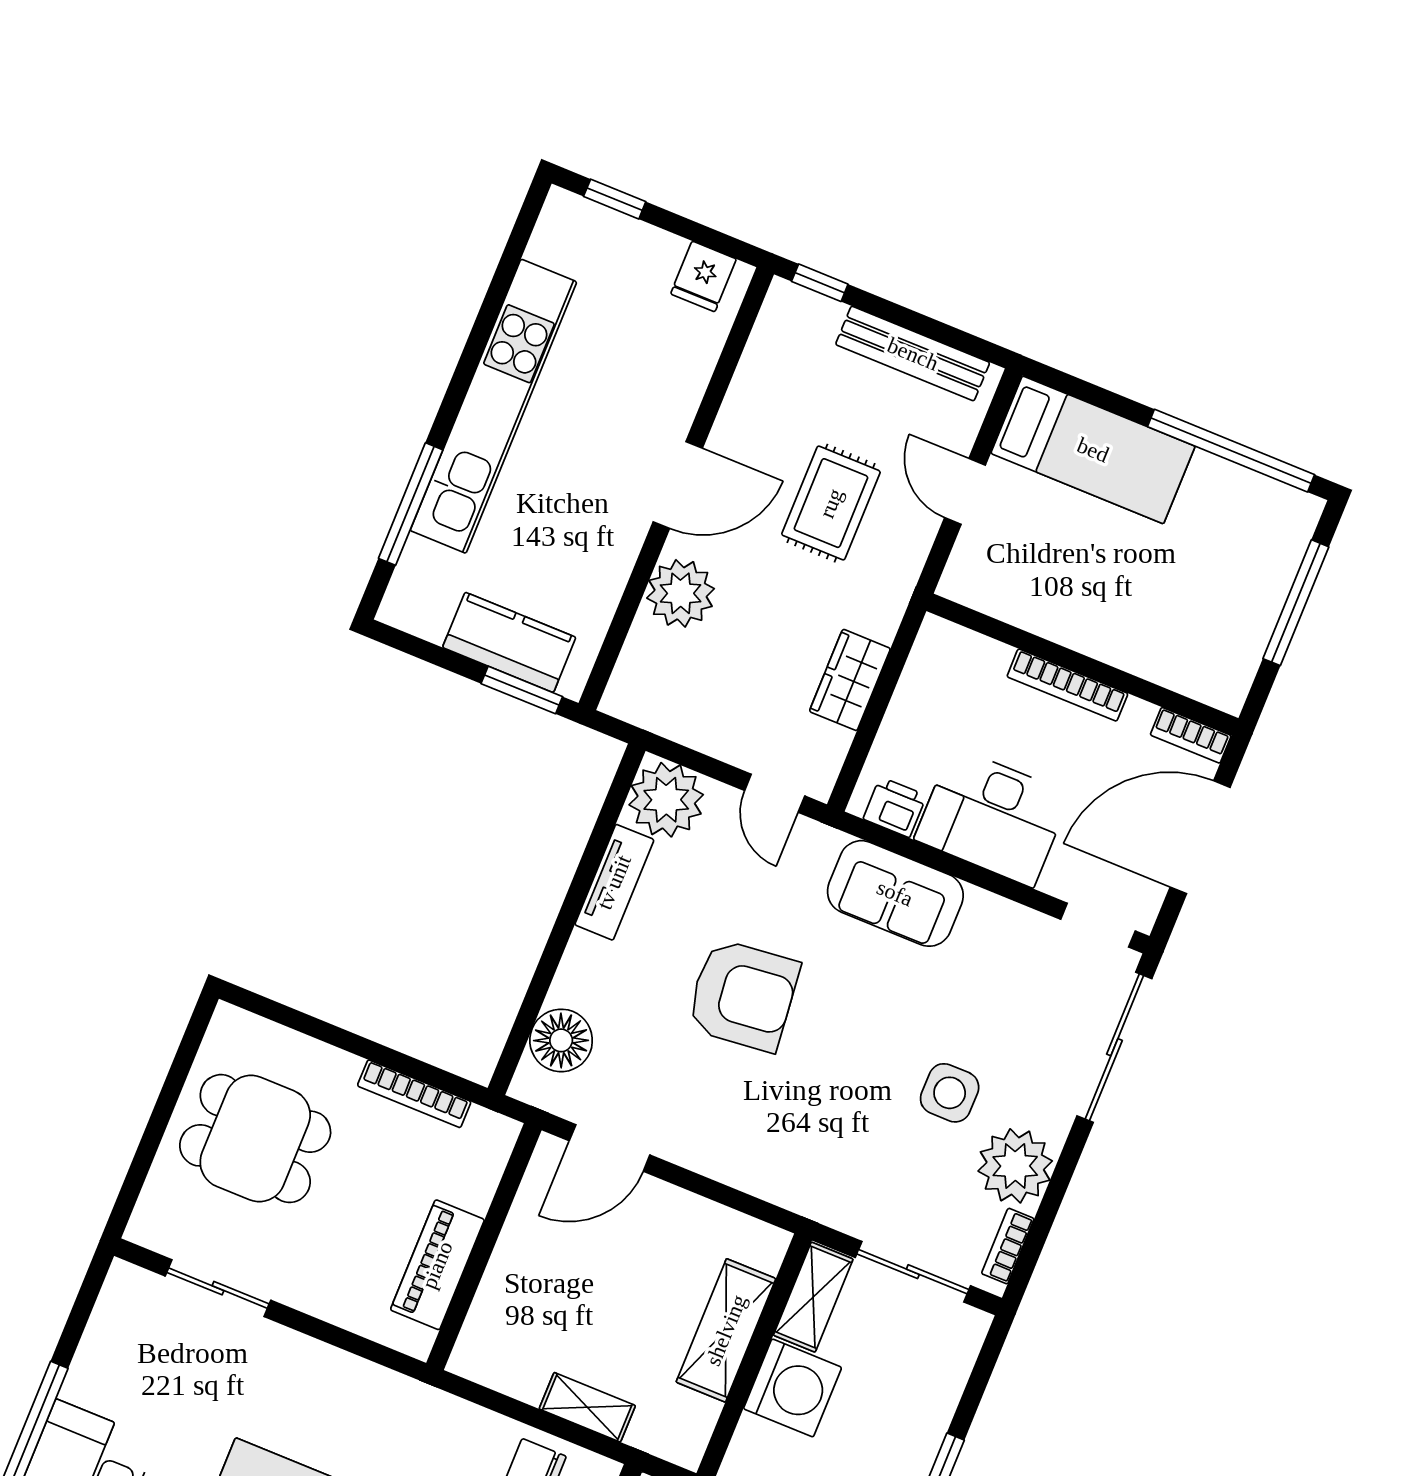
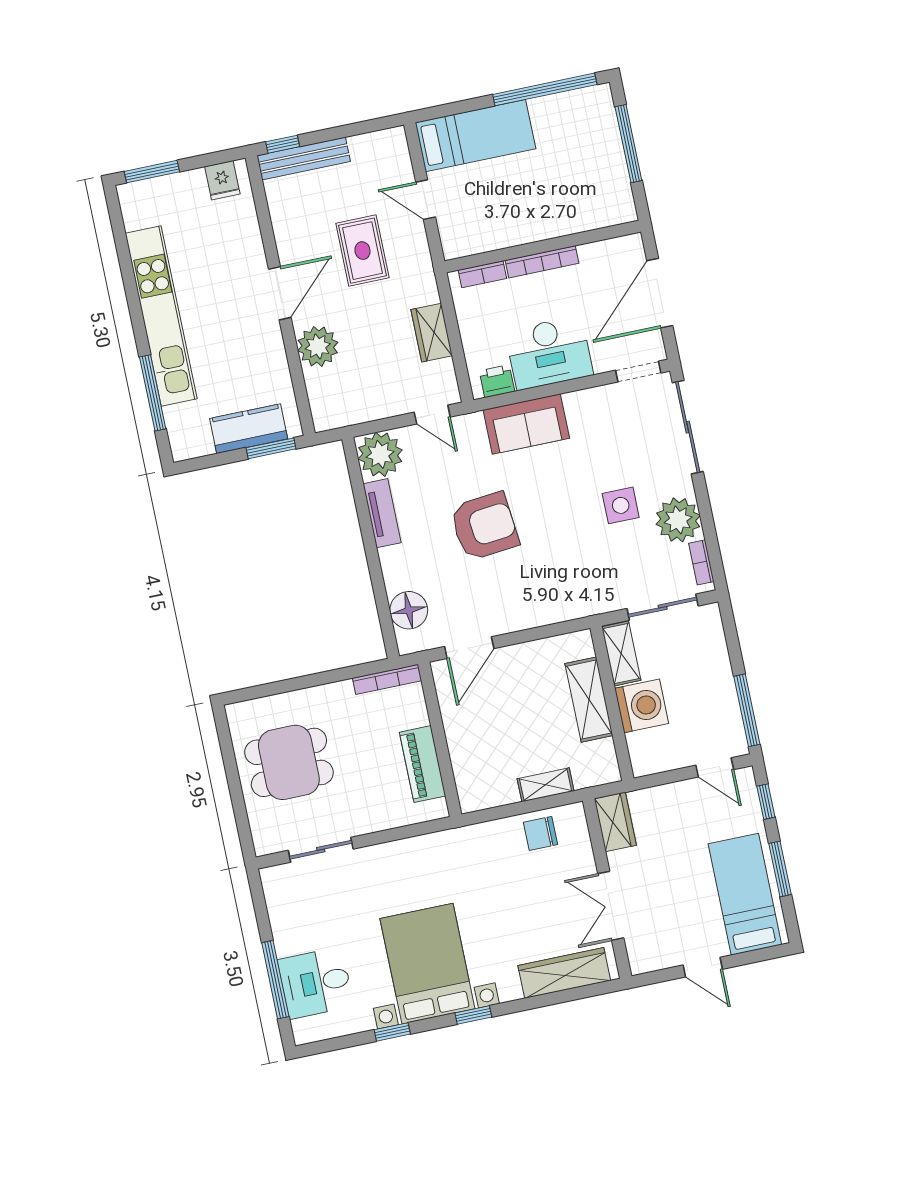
window: (615, 199) -> (152, 172), width x1.50
bench: (913, 354) -> (304, 159), moved
bookcase: (1191, 735) -> (482, 274), moved
bookcase: (414, 1094) -> (387, 679), moved

